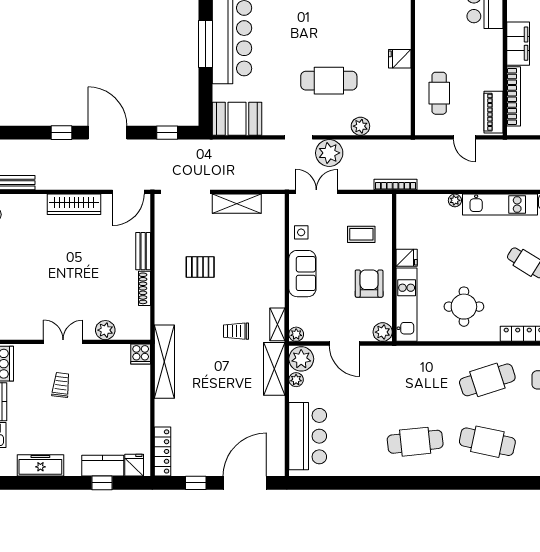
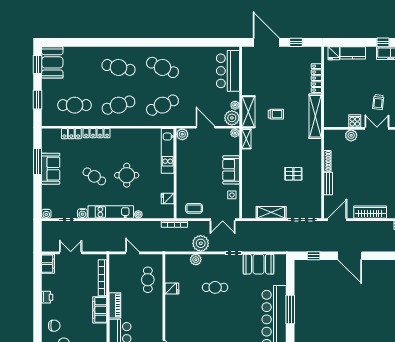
fridge: (400, 59) -> (172, 289), moved
cafe table: (329, 81) -> (215, 287), width x0.73, depth x0.74
piano: (493, 112) -> (115, 305), moved
booth: (237, 119) -> (259, 264), moved
window: (62, 133) -> (378, 256), removed
plant: (329, 153) -> (201, 243), moved
coffee table: (361, 234) -> (194, 208), moved
fridge: (407, 258) -> (168, 198), moved
armchair: (369, 284) -> (191, 164), removed
round table: (464, 307) -> (127, 175), moved
trolley: (236, 331) -> (276, 114), moved
double door: (63, 342) -> (377, 128), swing flipped
cooker: (141, 354) -> (355, 121), moved
cafe table: (415, 380) -> (162, 105), added
cafe table: (415, 442) -> (162, 67), turned 30
locker: (162, 451) -> (316, 78), moved
window: (102, 483) -> (383, 42), moved
door: (245, 483) -> (266, 42), swing flipped

